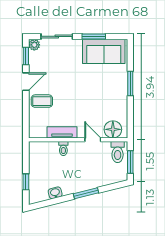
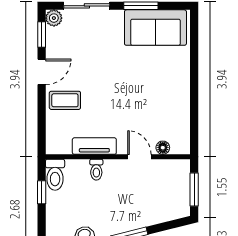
window: (130, 84) -> (194, 75), removed
floor lamp: (113, 129) -> (163, 148), width x0.53, depth x0.53
toilet: (118, 152) -> (55, 175), moved
window: (26, 182) -> (42, 192), moved

